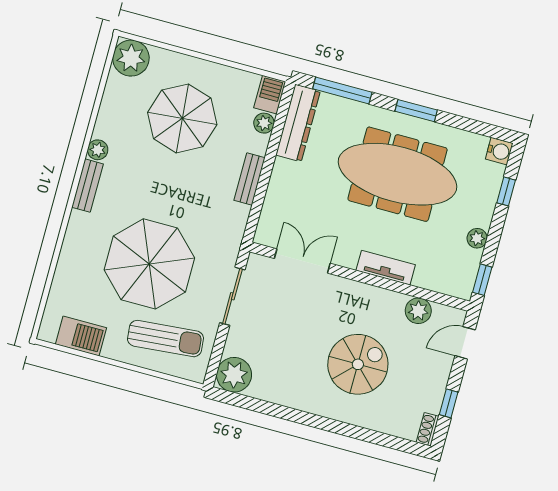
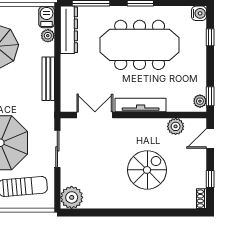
bench: (249, 179) -> (48, 79), width x1.36
plant: (477, 238) -> (200, 101), moved
tv unit: (386, 268) -> (141, 105), width x1.41

